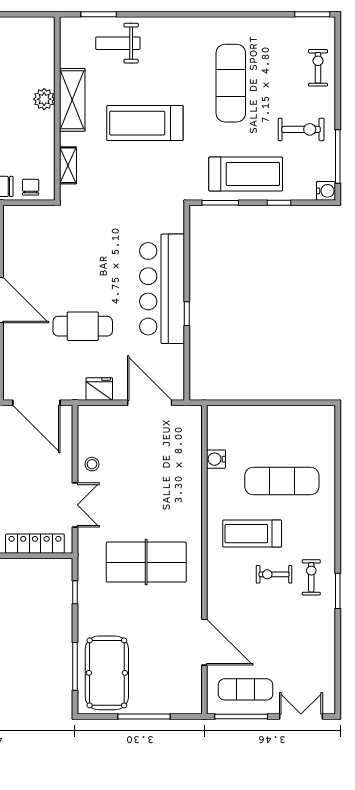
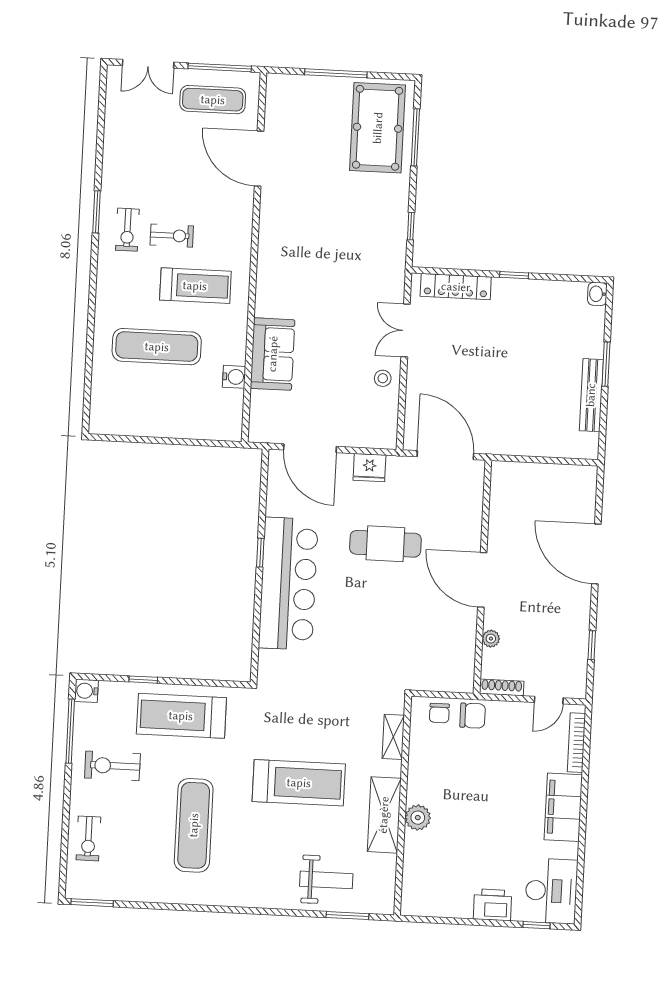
window: (220, 203) -> (214, 683), removed
sofa: (185, 480) -> (273, 354), added
table tennis table: (146, 562) -> (324, 258), removed

